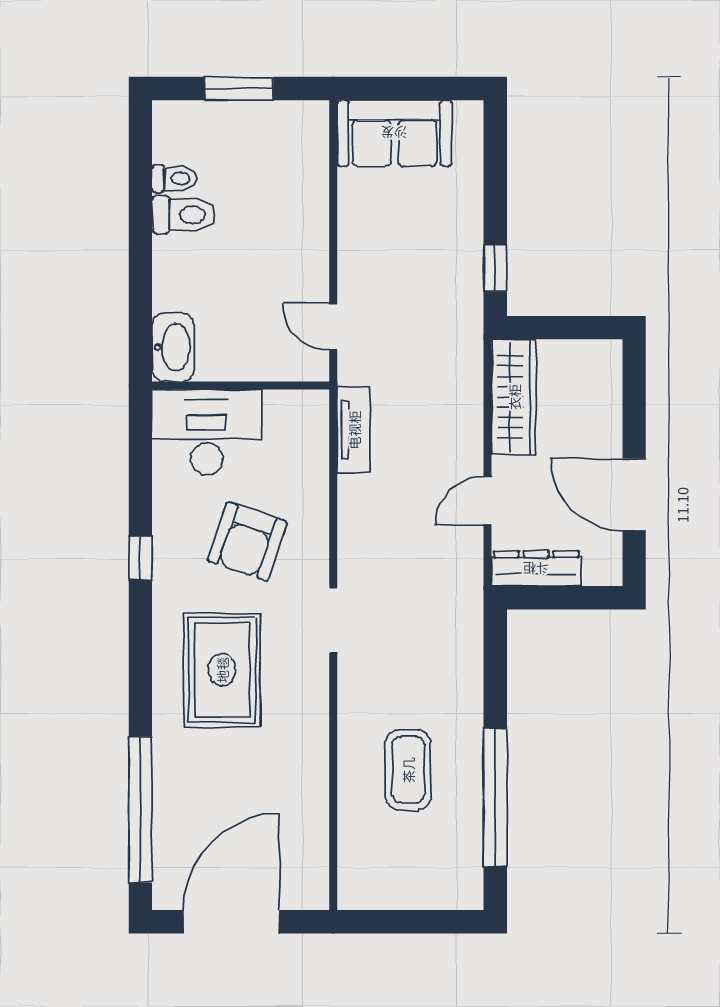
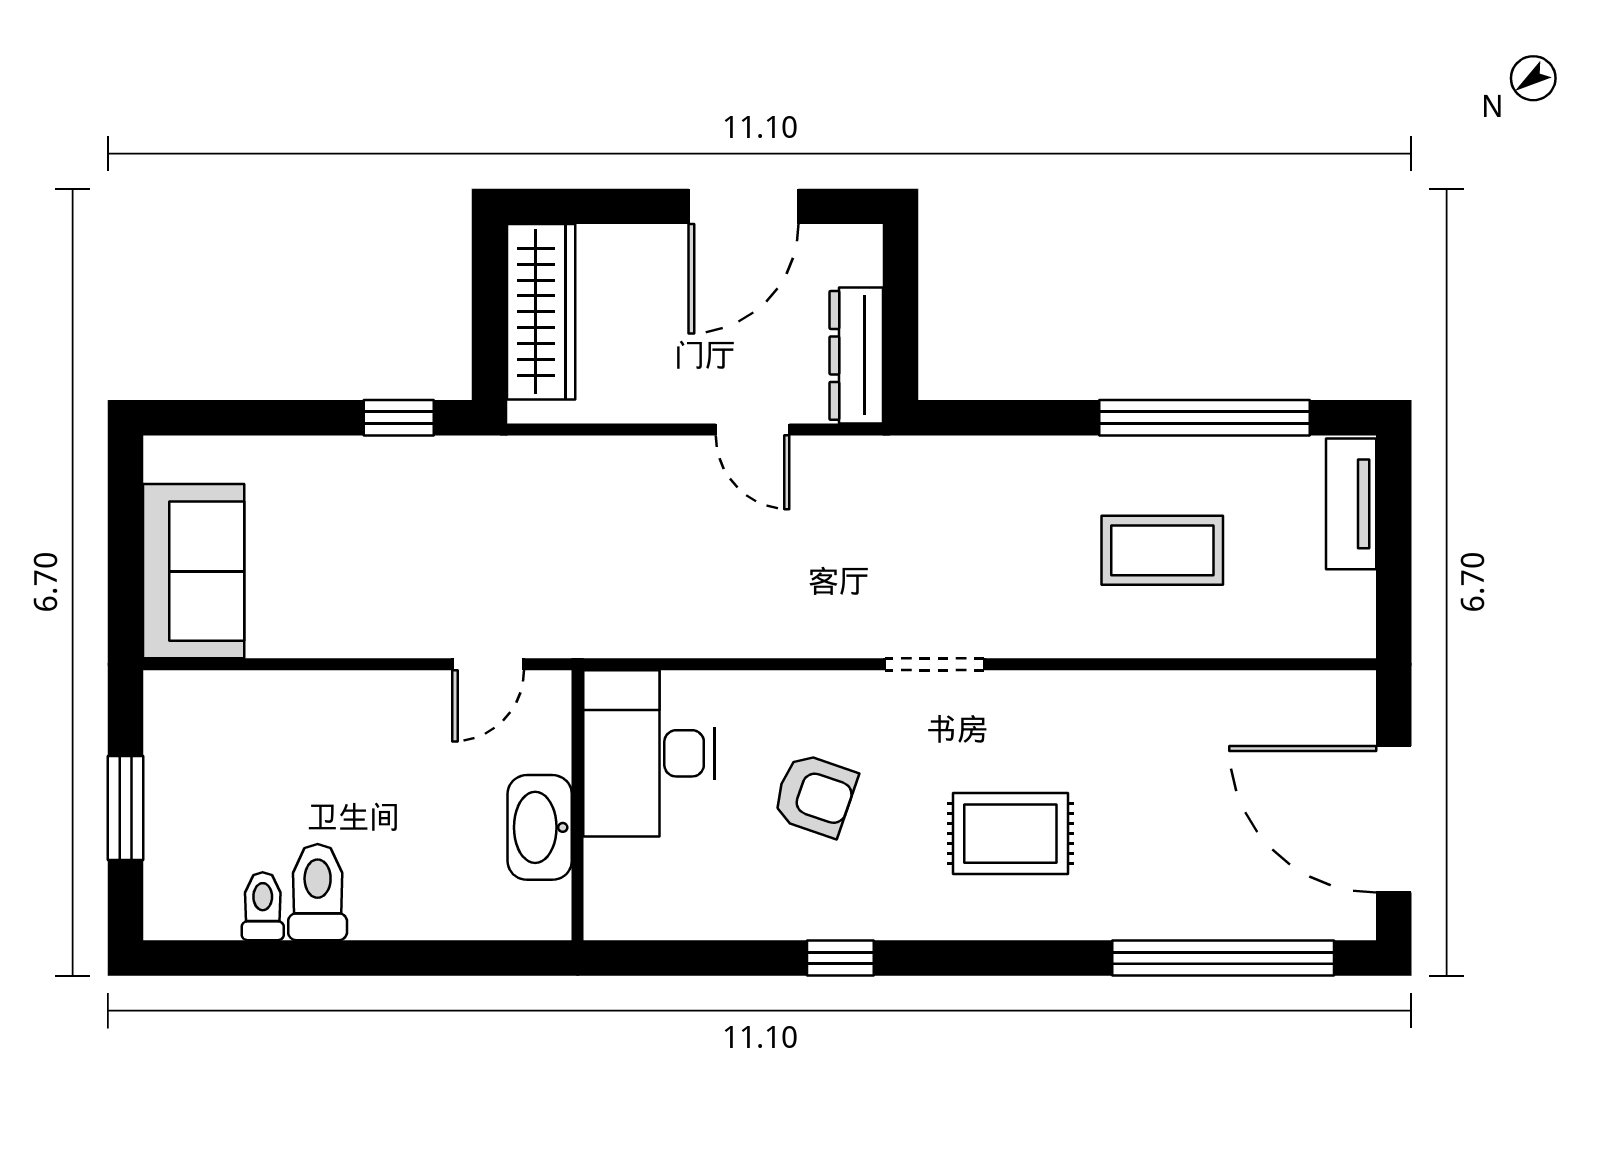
washbasin: (173, 347) -> (540, 827), moved, turned -90
wardrobe: (514, 397) -> (541, 312), moved, turned 90
tv unit: (354, 430) -> (1351, 504), moved, turned -90
desk: (207, 432) -> (649, 753), moved
armchair: (247, 541) -> (815, 795), width x0.72, depth x0.72
rug: (222, 670) -> (1010, 834), width x0.73, depth x0.70

